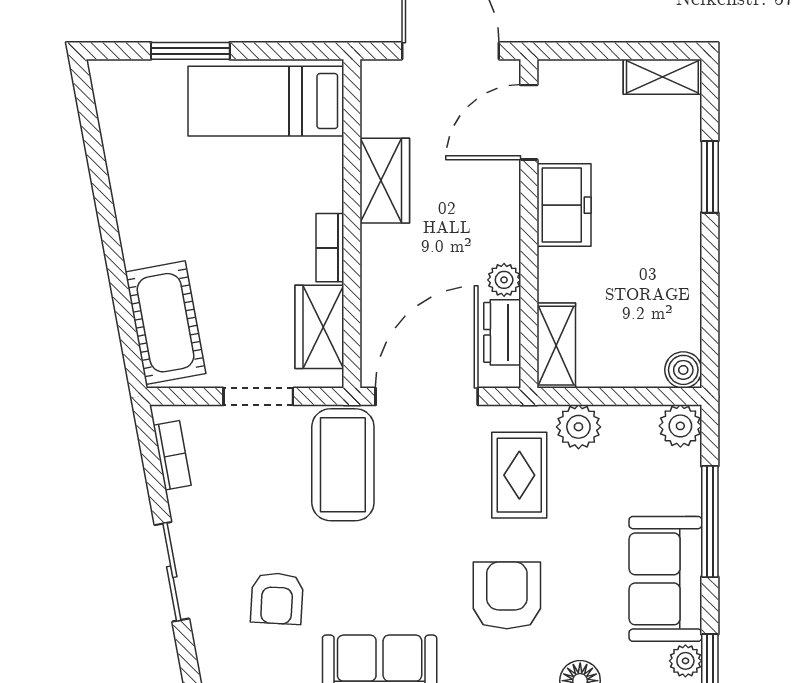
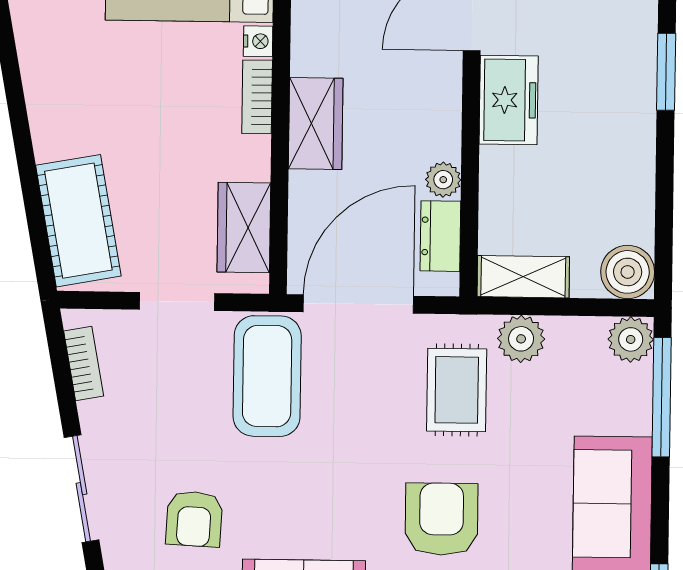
nightstand: (330, 154) -> (258, 41), added
wardrobe: (385, 181) -> (316, 124), moved
bookcase: (330, 248) -> (257, 97), moved
shelving: (556, 346) -> (523, 277), moved, turned 90
boiler: (683, 370) -> (628, 272), width x1.36, depth x1.36
window: (710, 522) -> (662, 397), moved

